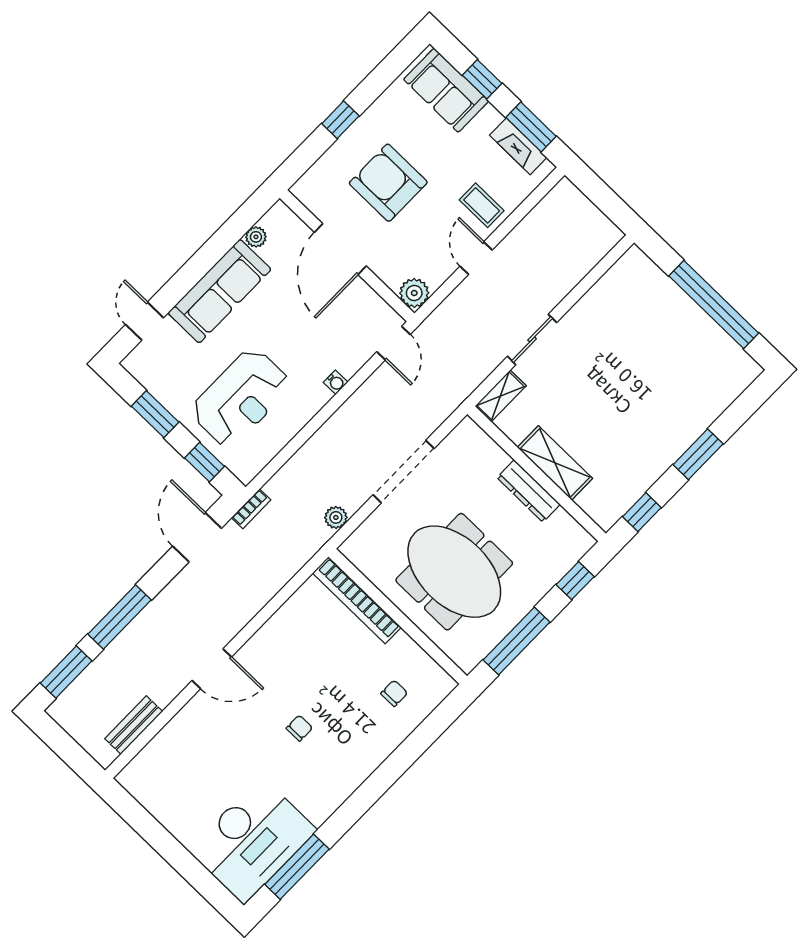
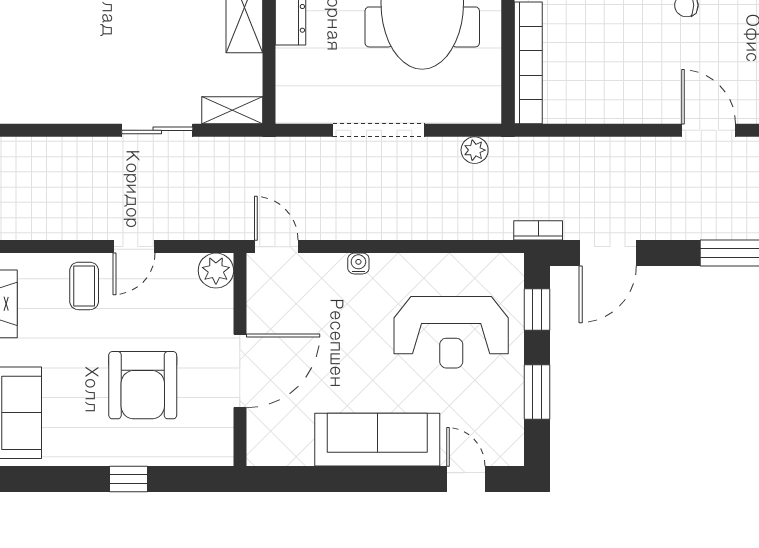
plant: (256, 237) -> (300, 454), removed
door: (145, 321) -> (466, 479), swing flipped
door: (393, 343) -> (276, 247), hinge flipped
reception desk: (241, 398) -> (451, 332), turned 180

